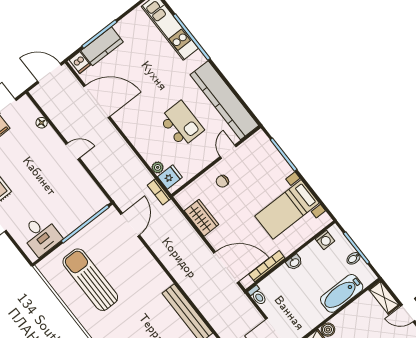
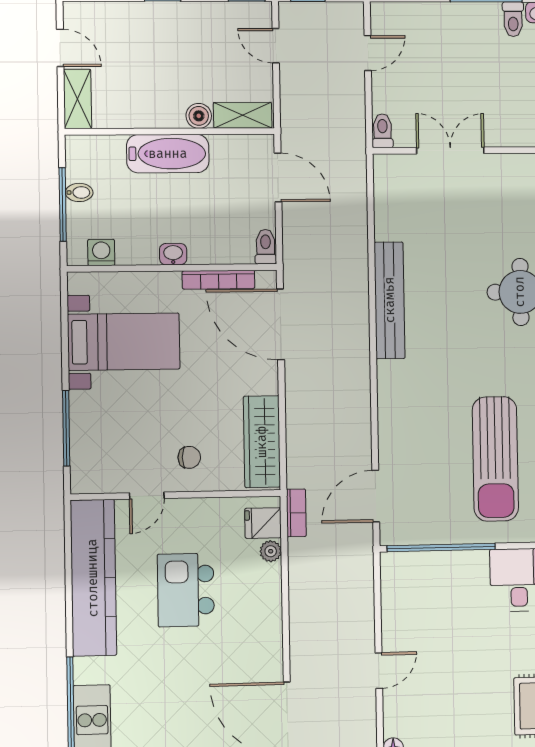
door: (73, 151) -> (379, 671), swing flipped
wardrobe: (202, 218) -> (262, 442), width x1.50
bathtub: (342, 293) -> (168, 154), moved

